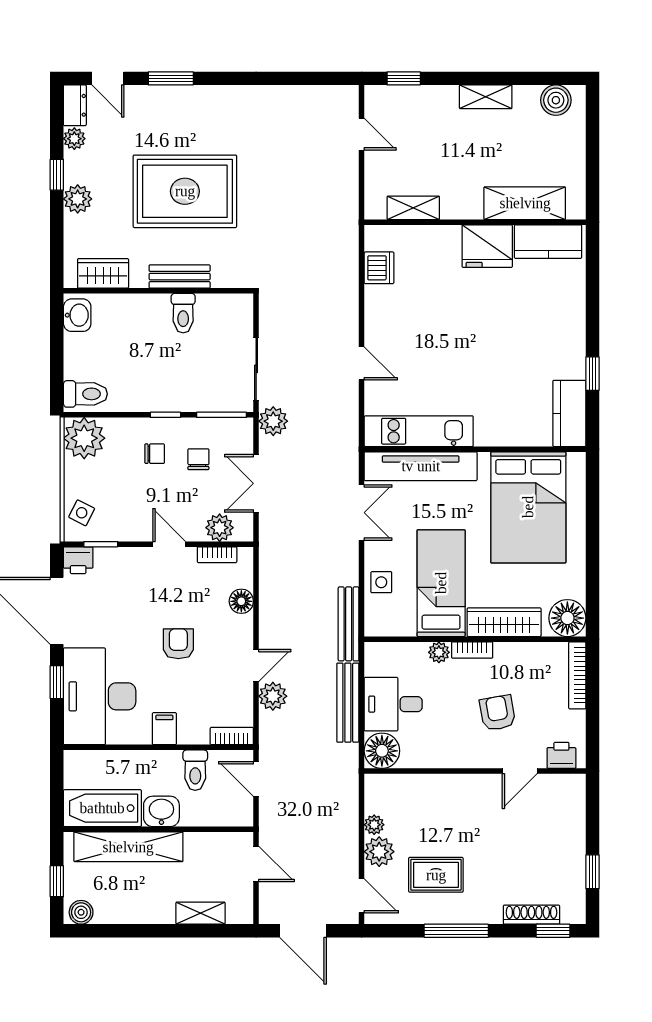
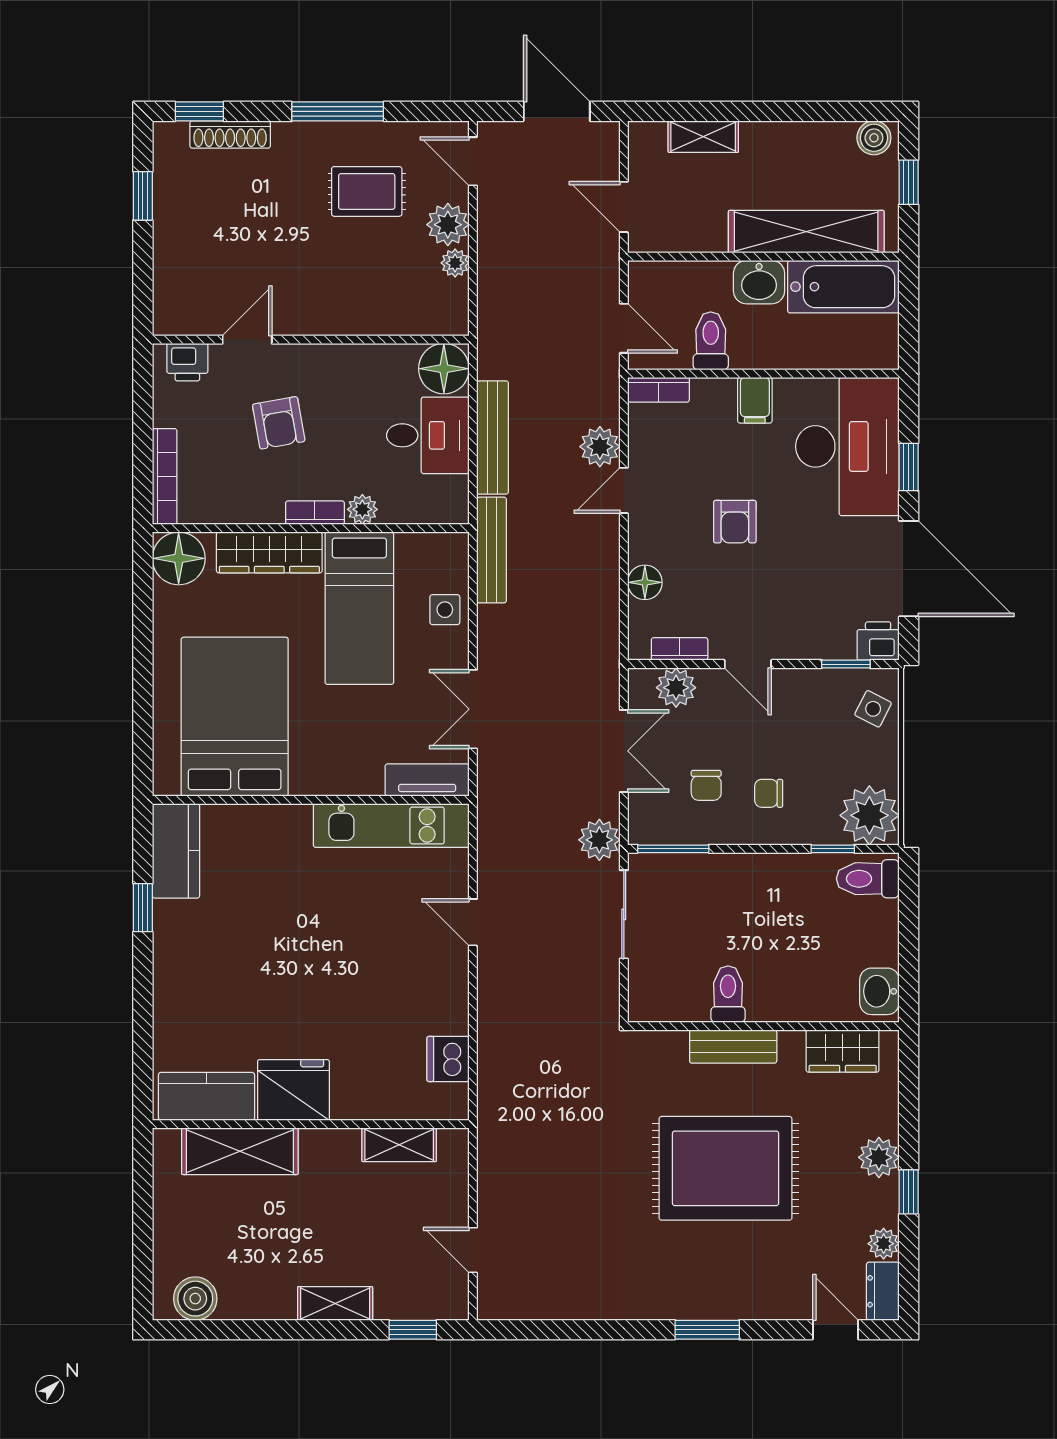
window: (171, 78) -> (707, 1330), moved
shelving: (486, 97) -> (335, 1303), moved
window: (165, 415) -> (833, 849), moved
tv unit: (421, 466) -> (427, 780), width x0.52, depth x0.78

